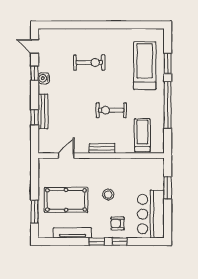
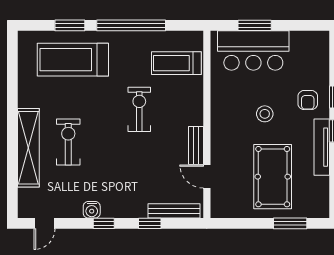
shelving: (85, 36) -> (28, 148), added
window: (35, 73) -> (104, 223), moved
exercise bike: (111, 110) -> (139, 109), turned 180
bench: (43, 112) -> (174, 211), moved
bench: (102, 148) -> (196, 146), moved
bar counter: (151, 214) -> (253, 51), moved
tv unit: (72, 233) -> (322, 147), moved

